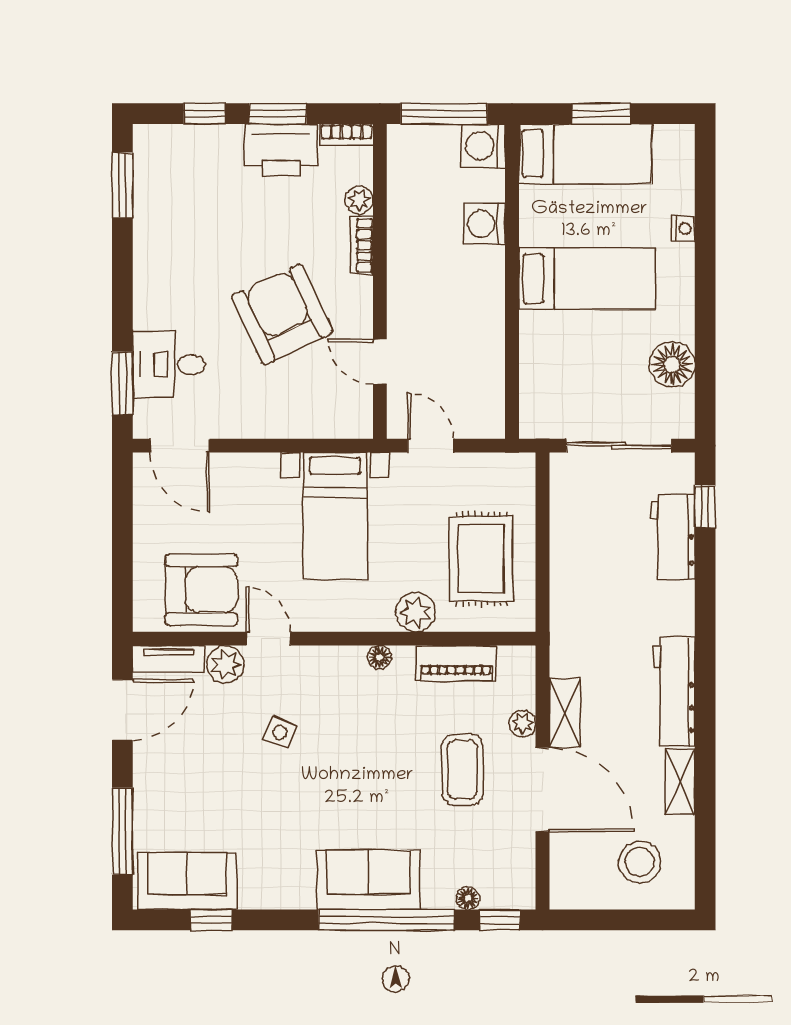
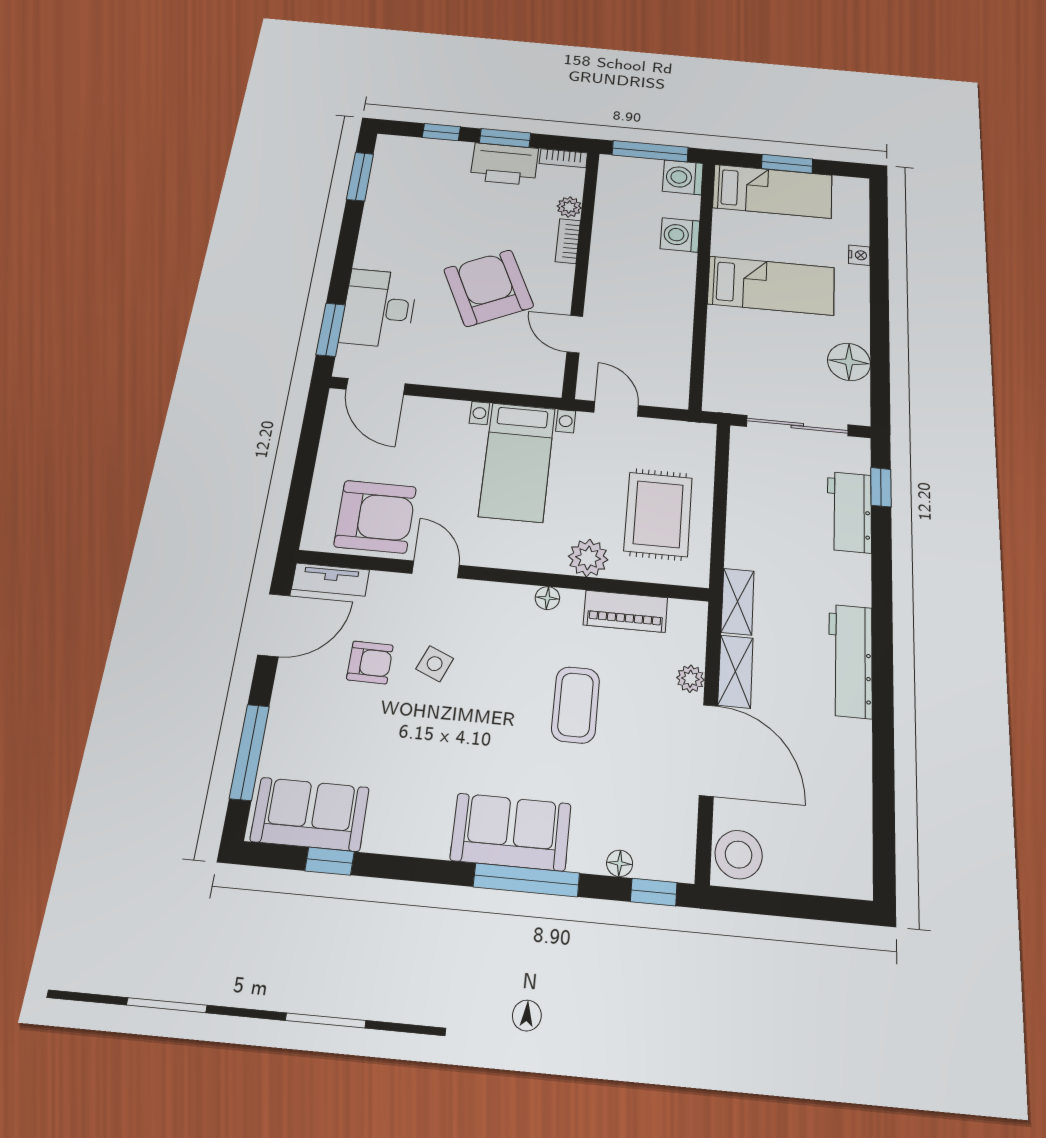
desk: (169, 365) -> (379, 308), width x1.37
plant: (226, 664) -> (388, 590), removed
armchair: (219, 737) -> (370, 662), added
coffee table: (462, 770) -> (576, 705), moved
shelving: (680, 782) -> (738, 602), moved
stool: (640, 862) -> (739, 855), moved
window: (387, 920) -> (526, 880), width x0.68

